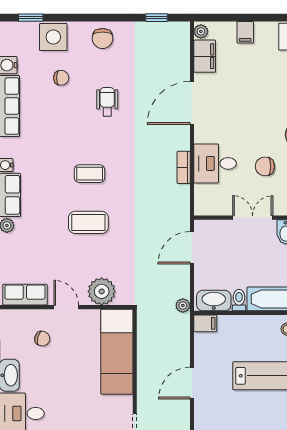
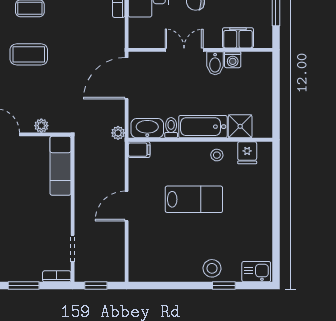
door: (192, 248) -> (127, 78), width x1.36
plant: (102, 291) -> (41, 126), width x0.53, depth x0.53
exam couch: (117, 352) -> (60, 166), width x0.73, depth x0.69

